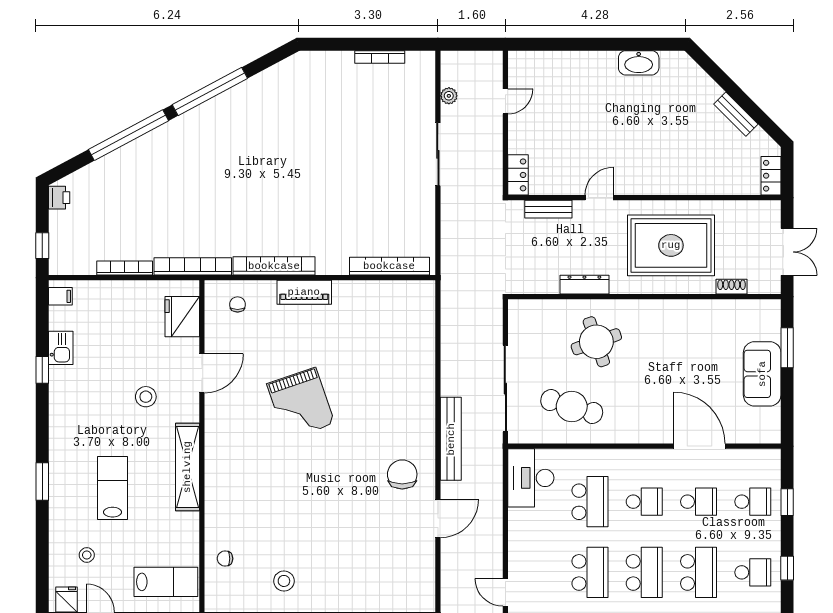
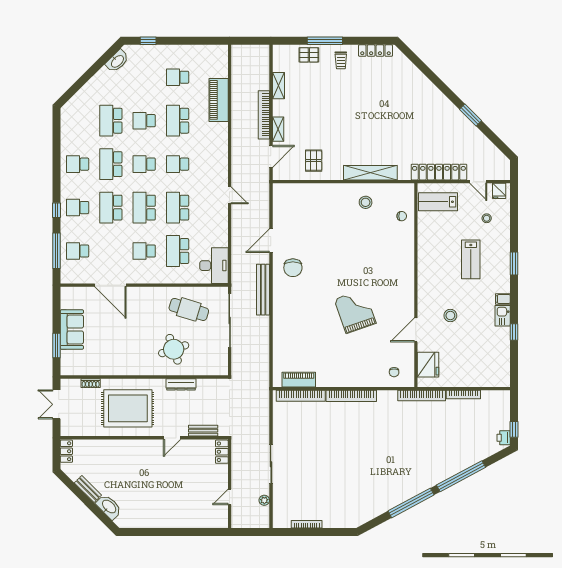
washbasin: (639, 63) -> (109, 507), moved, turned 45
window: (42, 246) -> (514, 429), moved
bookcase: (274, 266) -> (351, 396), moved
piano: (304, 292) -> (299, 380), moved
filing cabinet: (60, 296) -> (503, 299), moved
kitchen sink: (61, 348) -> (503, 316), moved
shelving: (187, 467) -> (425, 272), removed
school desk: (699, 502) -> (111, 251), removed
window: (787, 502) -> (56, 251), width x2.17

